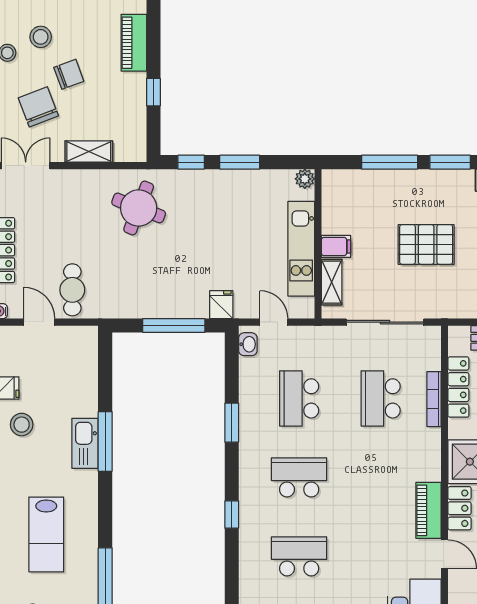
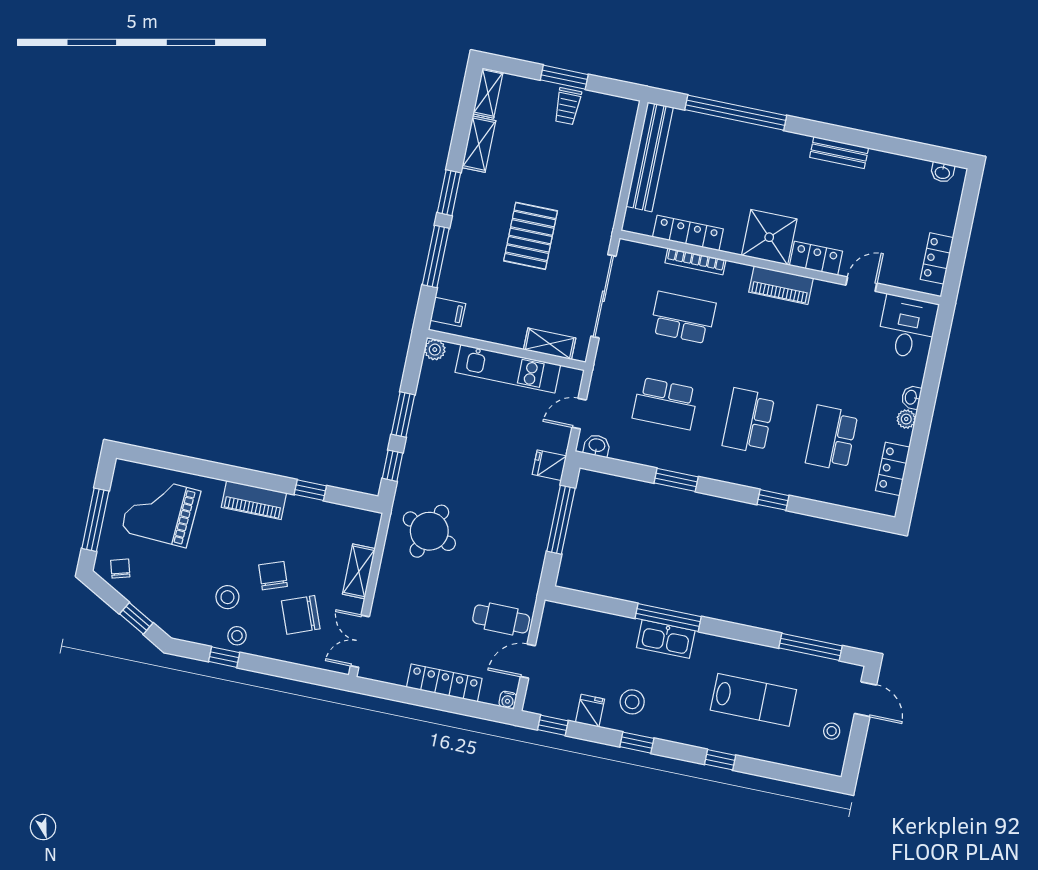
filing cabinet: (336, 246) -> (448, 312), moved, turned 90
school desk: (381, 398) -> (683, 318), turned 180
piano: (429, 510) -> (781, 285), moved

